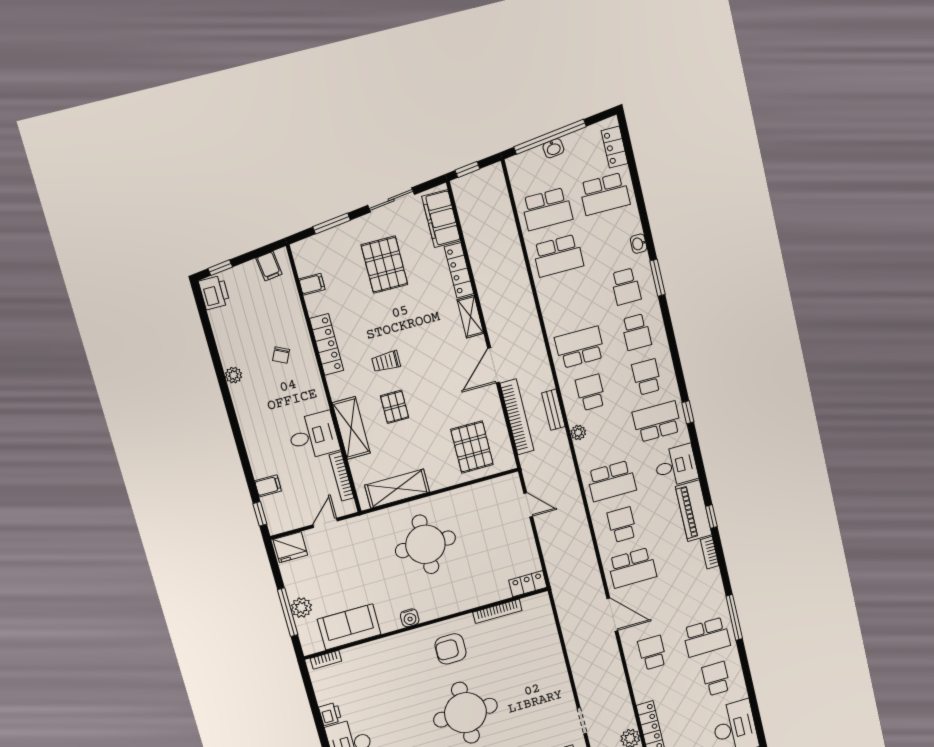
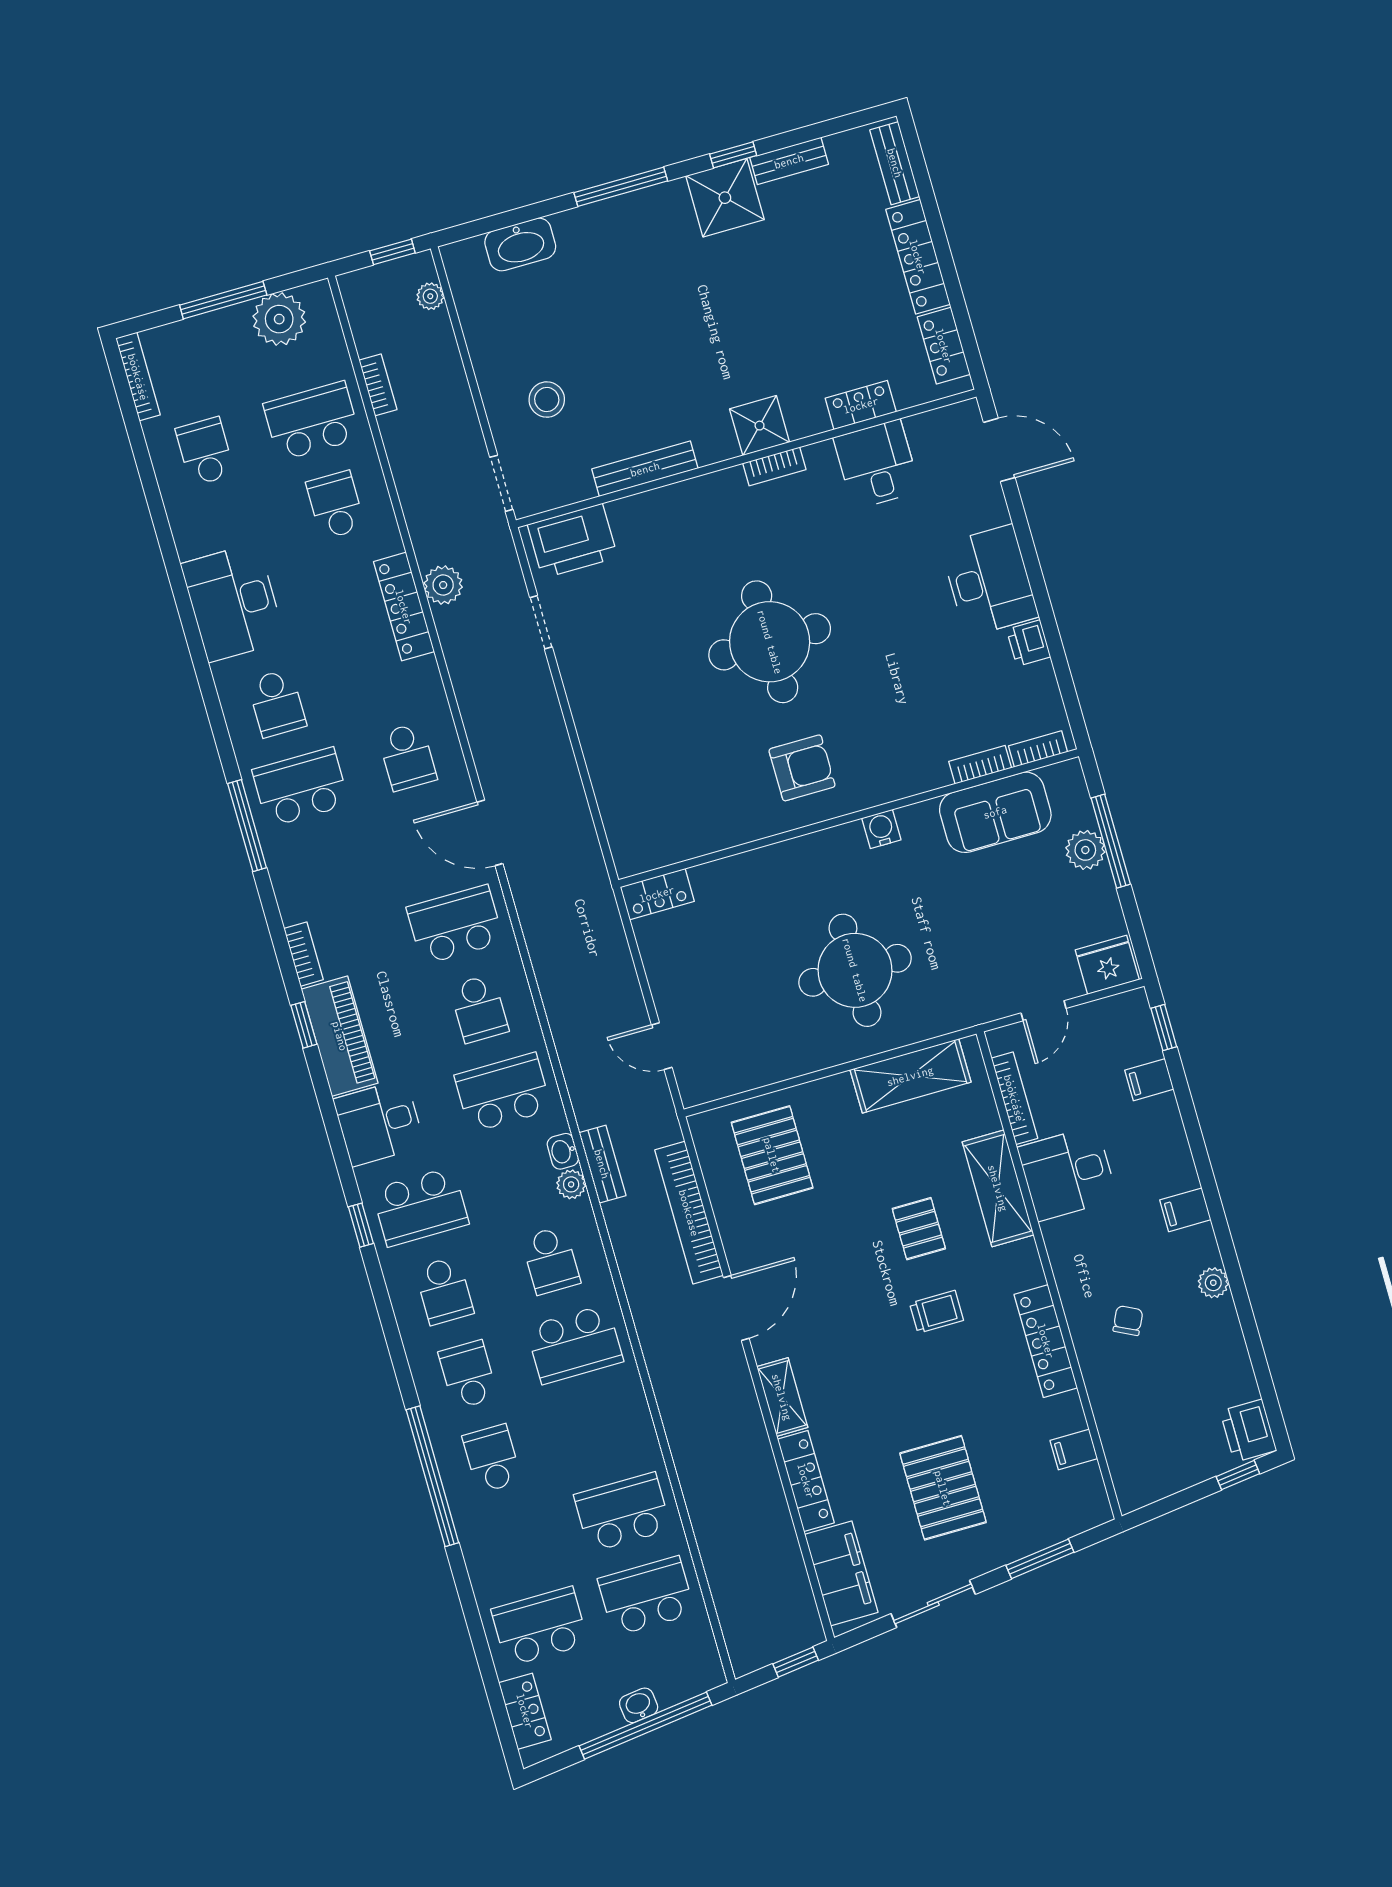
washbasin: (639, 244) -> (563, 1151), moved, turned 180
filing cabinet: (269, 266) -> (1185, 1210), moved, turned -83
window: (657, 278) -> (432, 1476), width x2.11
bench: (553, 410) -> (602, 1164), moved
bookcase: (497, 611) -> (980, 765), moved, width x0.64

